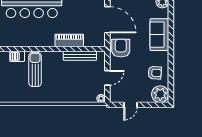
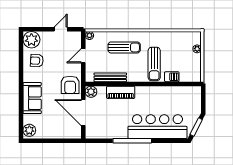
plant: (99, 41) -> (91, 92), added
sun lounger: (66, 86) -> (124, 47), added

